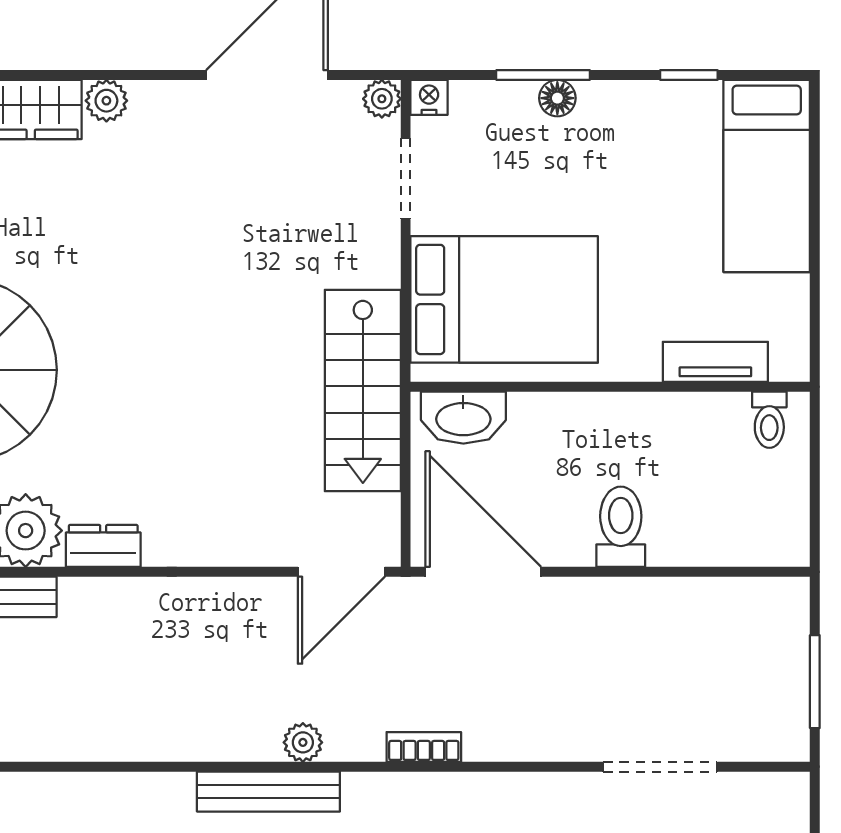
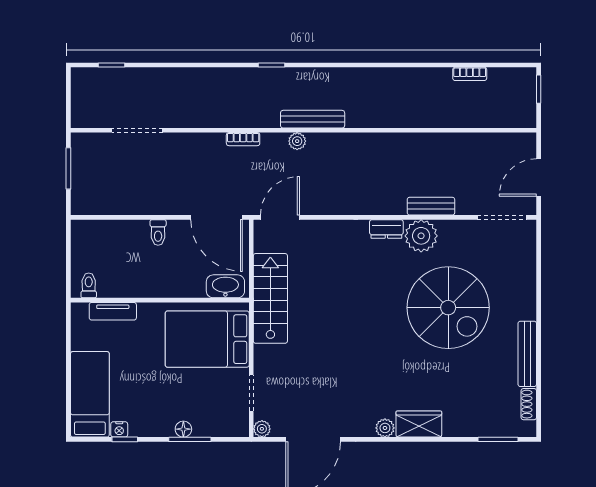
nightstand: (429, 97) -> (119, 429), moved
toilet: (621, 527) -> (158, 233), width x0.73, depth x0.72

